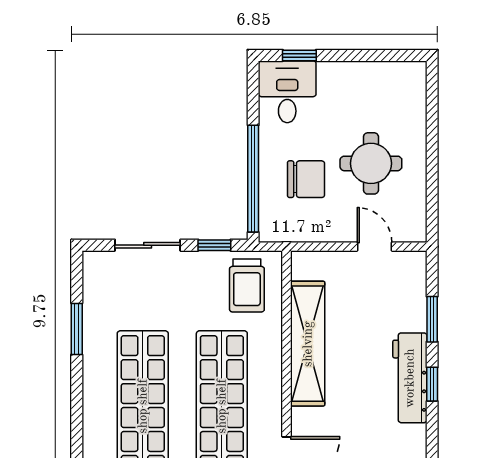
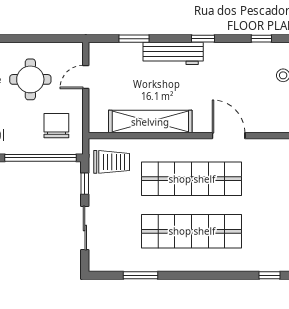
chair: (306, 179) -> (56, 126), moved
window: (432, 384) -> (203, 39), moved

